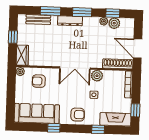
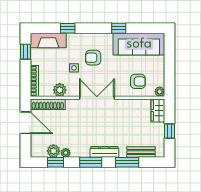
plant: (97, 76) -> (60, 90), moved
armchair: (78, 115) -> (93, 58), moved

